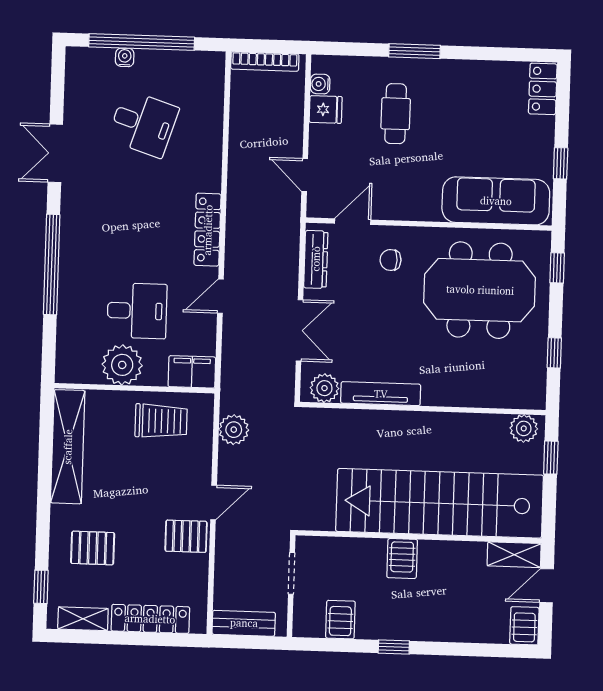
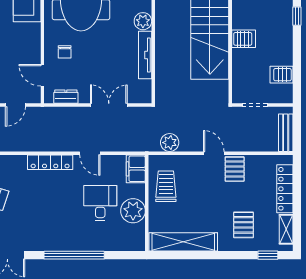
dresser: (316, 259) -> (66, 97), width x0.70
plant: (324, 388) -> (143, 21), moved
window: (394, 647) -> (297, 16), moved

